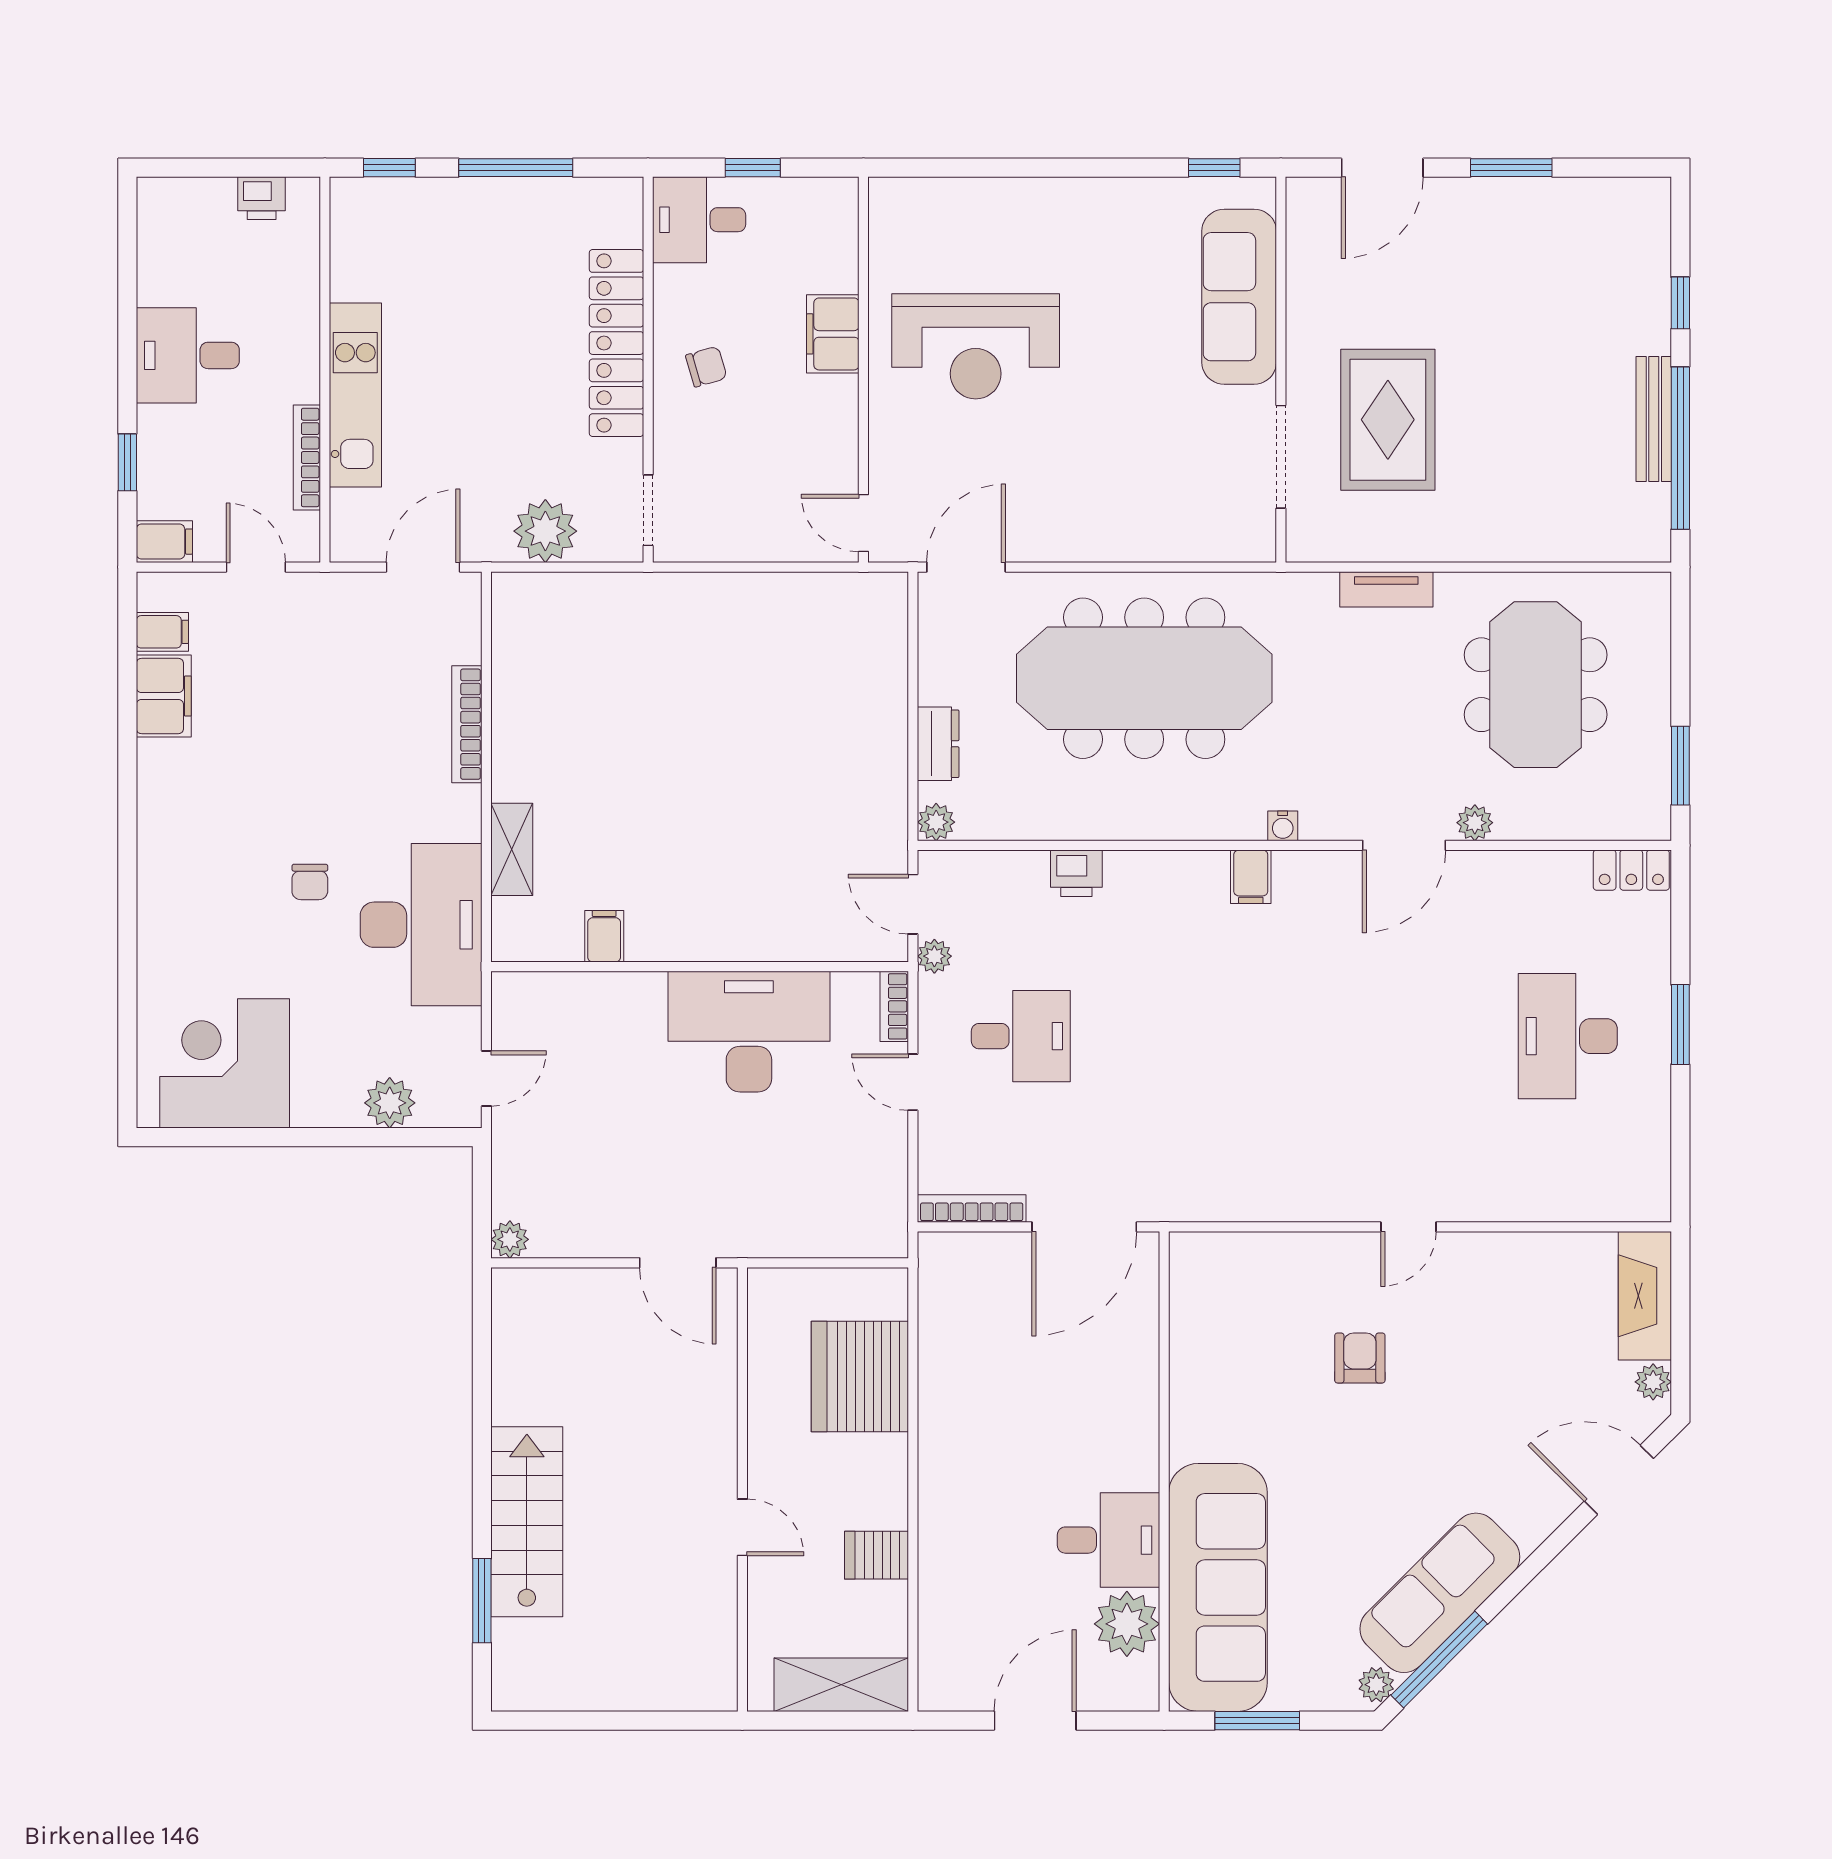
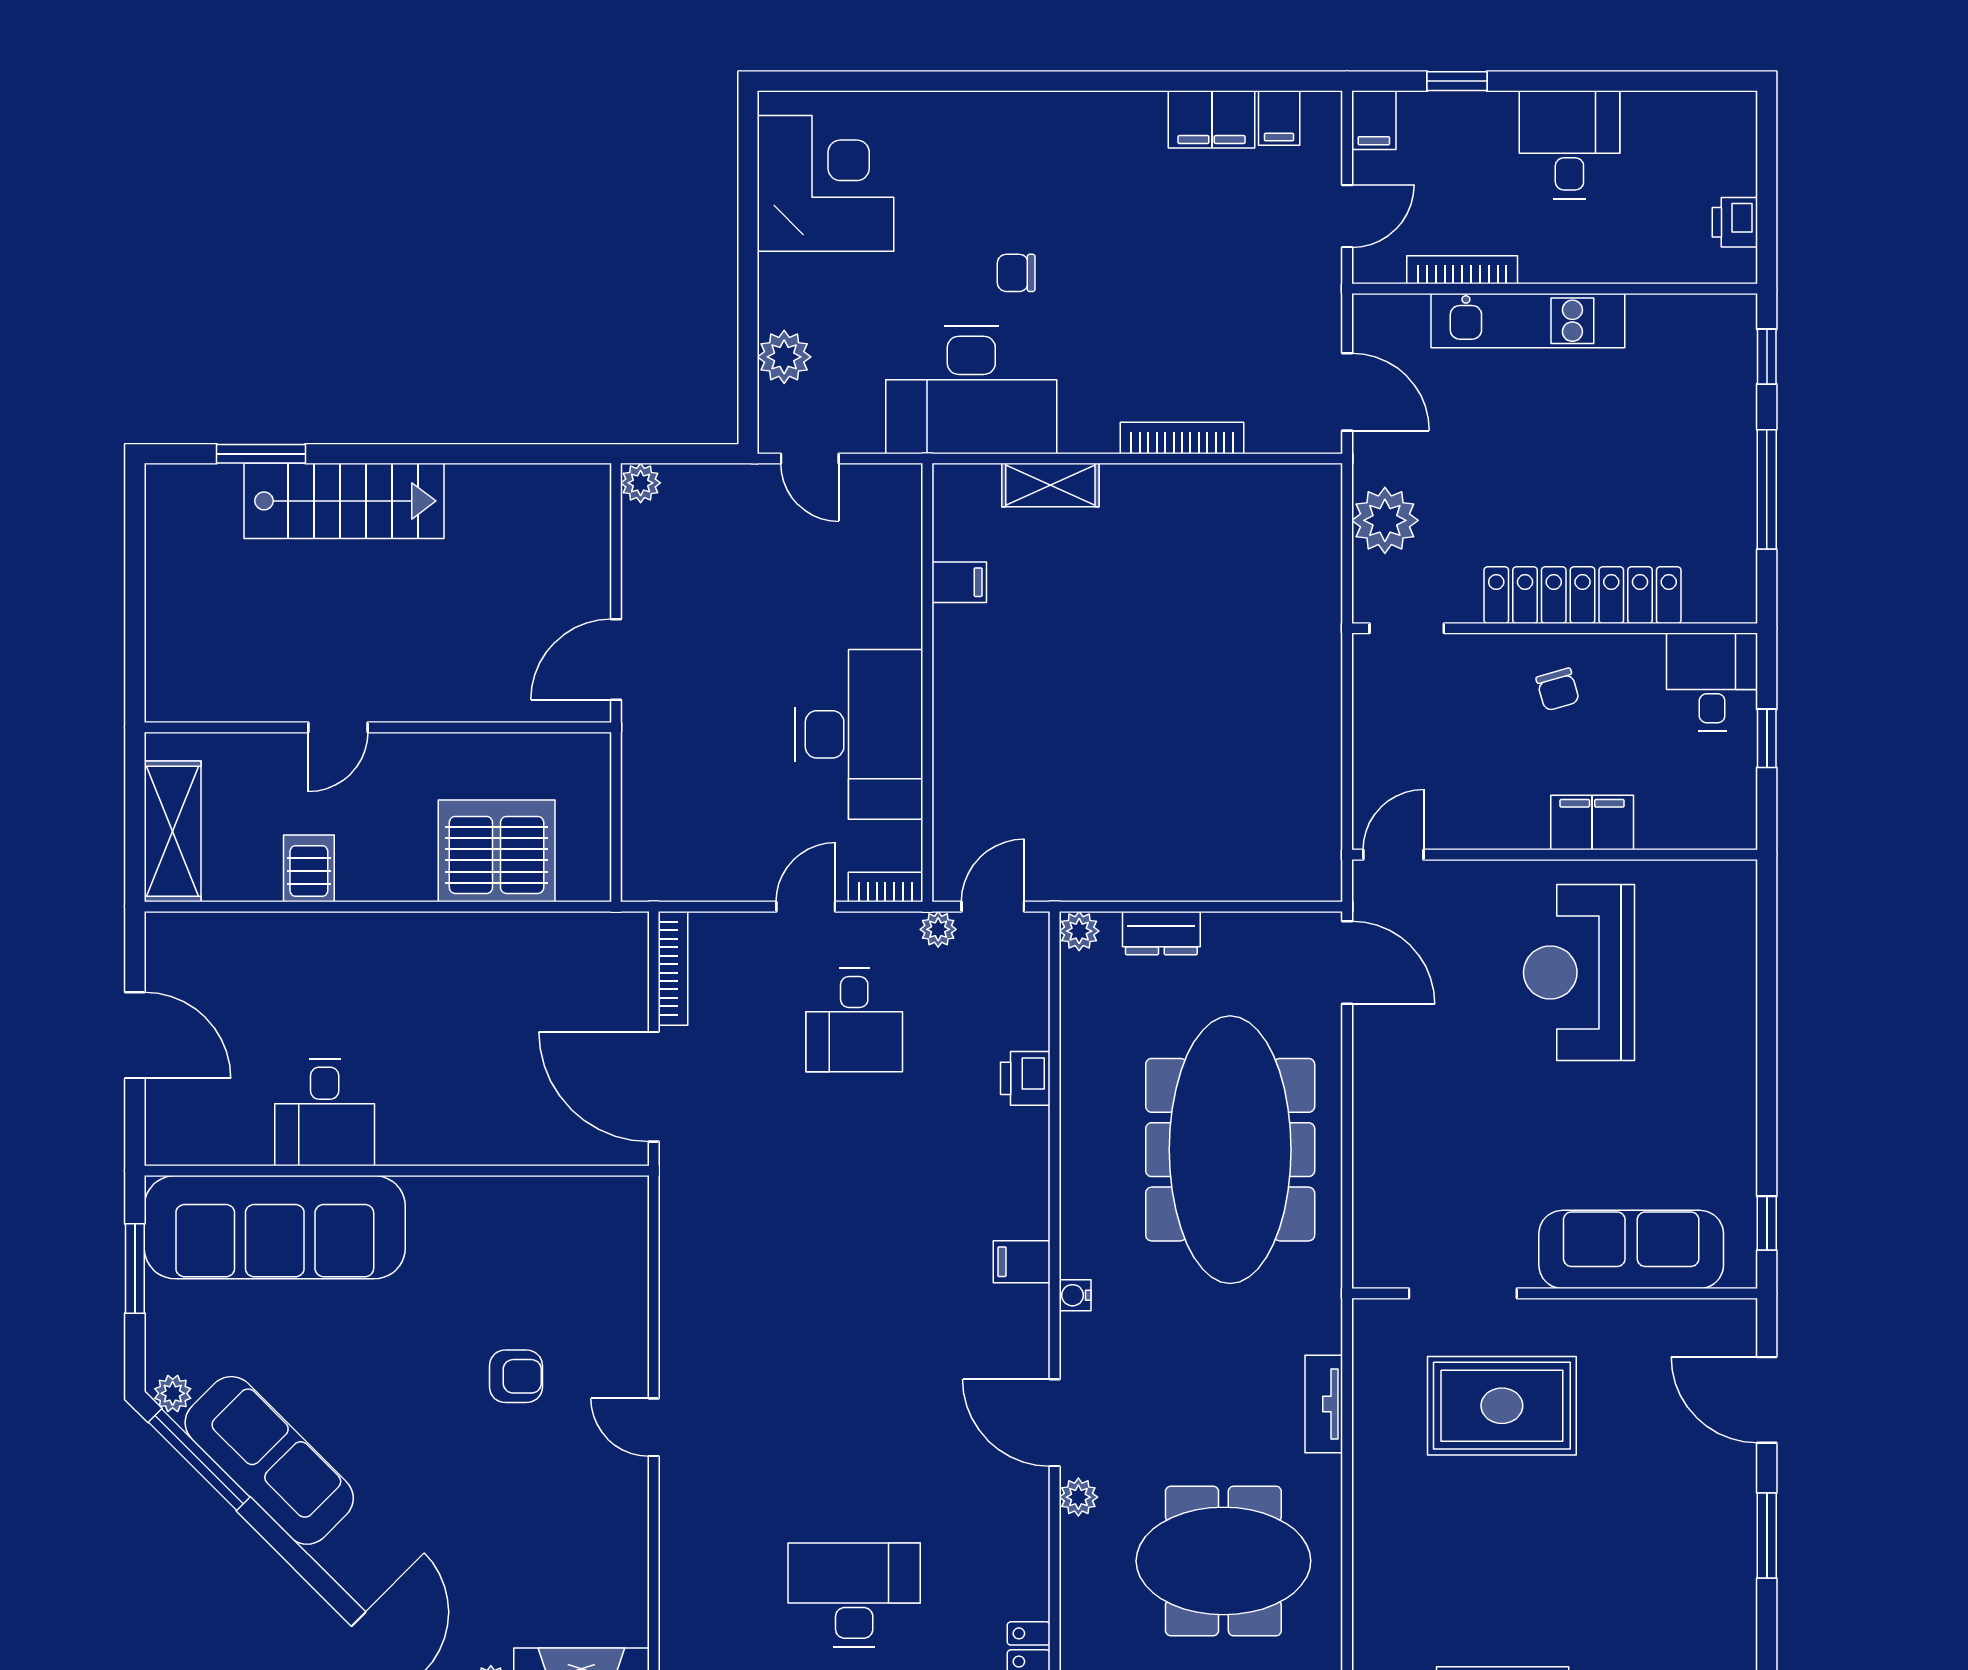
plant: (1127, 1624) -> (237, 1132), removed

